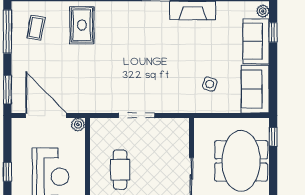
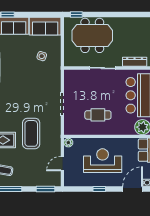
coffee table: (92, 68) -> (31, 133), added
door: (46, 115) -> (62, 164), width x0.53

